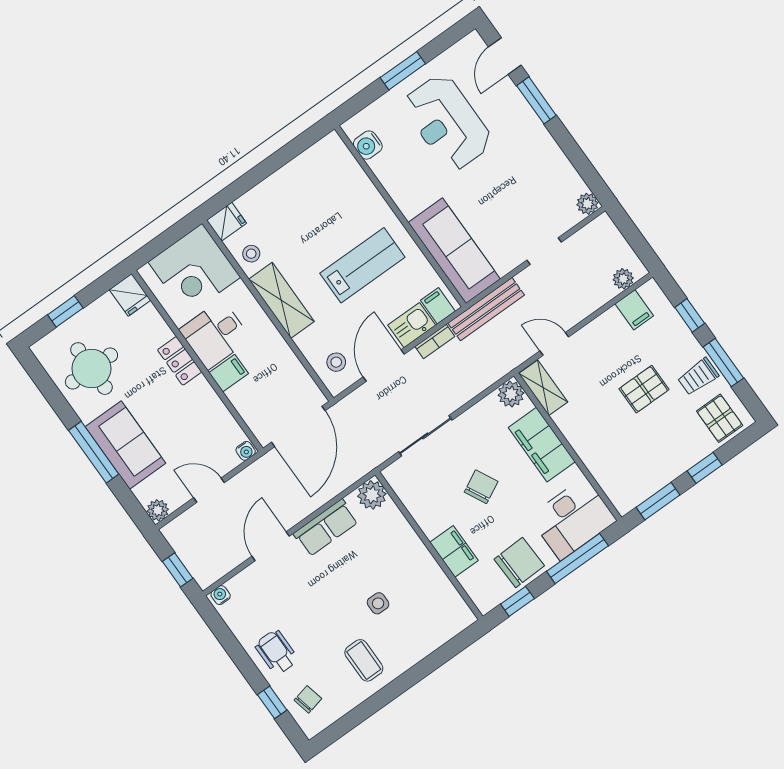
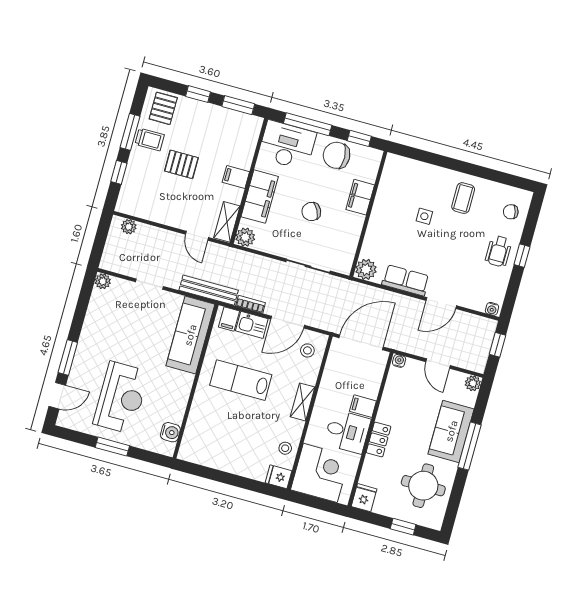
shelving: (281, 300) -> (303, 402), width x0.67, depth x0.75
filing cabinet: (634, 310) -> (236, 177), moved, turned -90
window: (272, 702) -> (522, 256), moved

